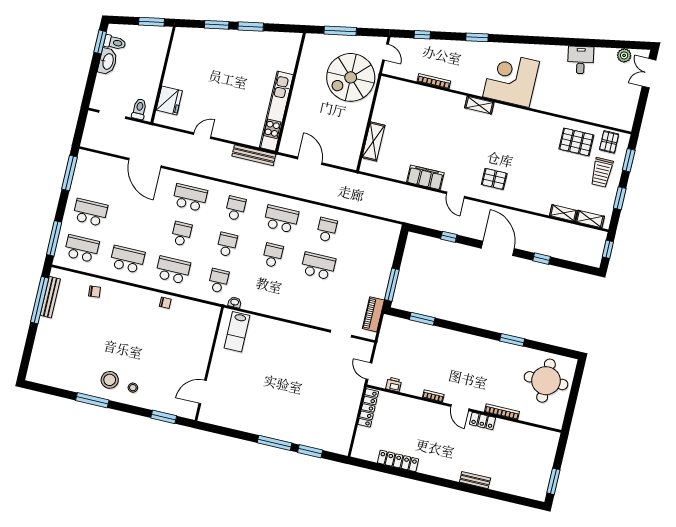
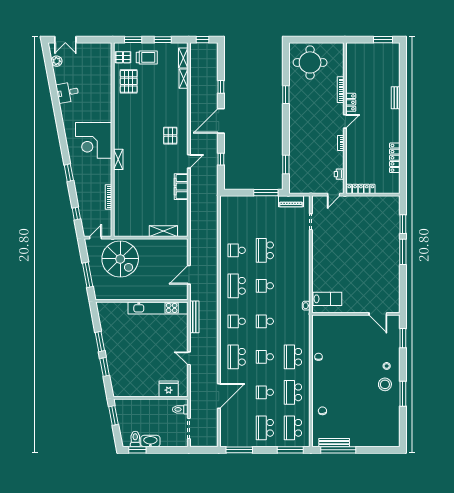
school desk: (218, 281) -> (265, 392), moved

